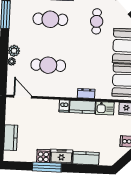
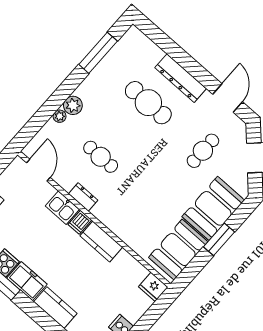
cafe table: (48, 65) -> (101, 157), width x0.73, depth x0.74
dresser: (86, 94) -> (83, 197), moved
kitchen sink: (105, 108) -> (62, 208), moved

